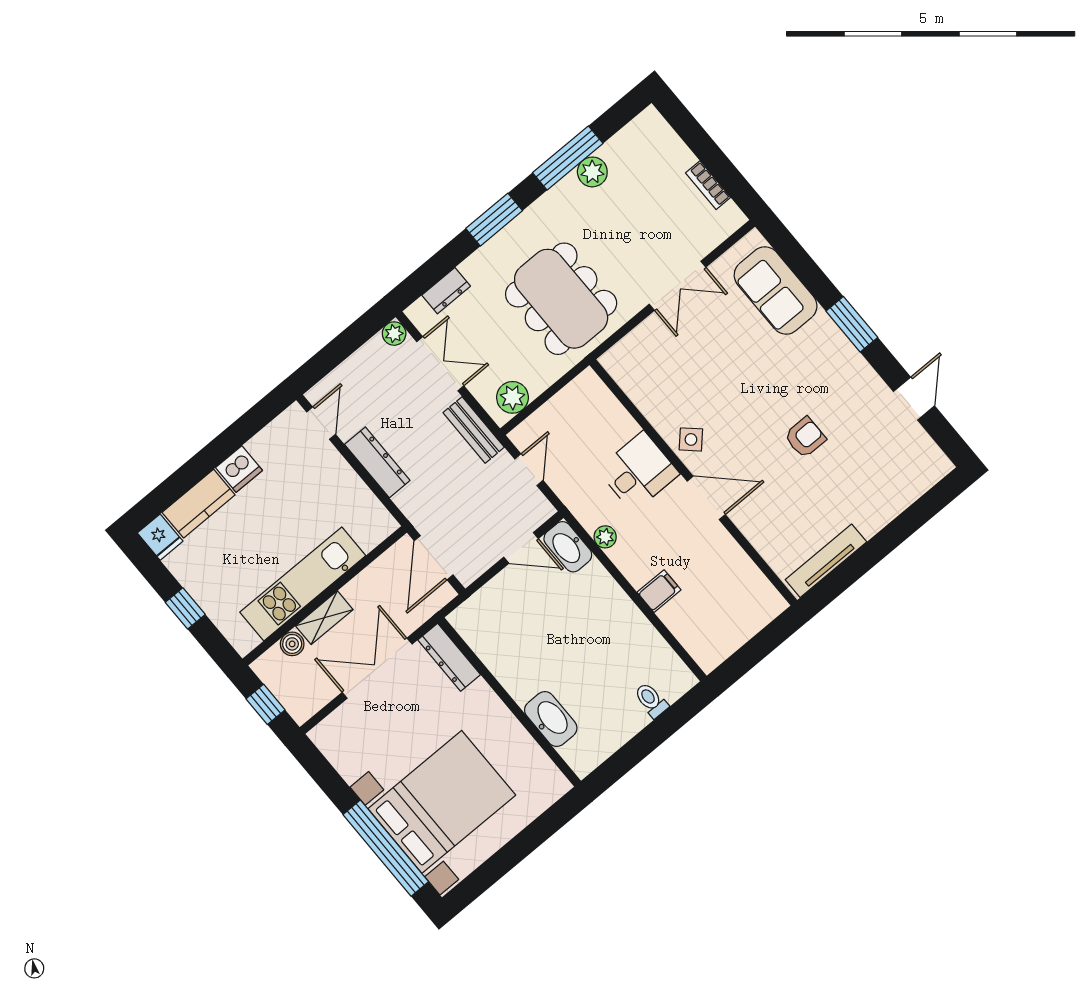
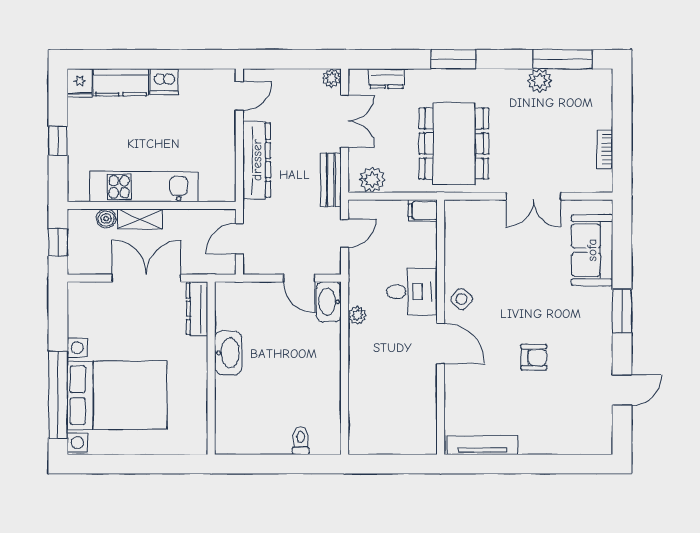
window: (568, 158) -> (563, 59), moved
dresser: (377, 462) -> (257, 160), width x1.37, depth x1.24
door: (434, 558) -> (239, 239), width x0.73
filing cabinet: (659, 591) -> (423, 210), moved, turned 180
washbasin: (551, 719) -> (228, 353), moved

